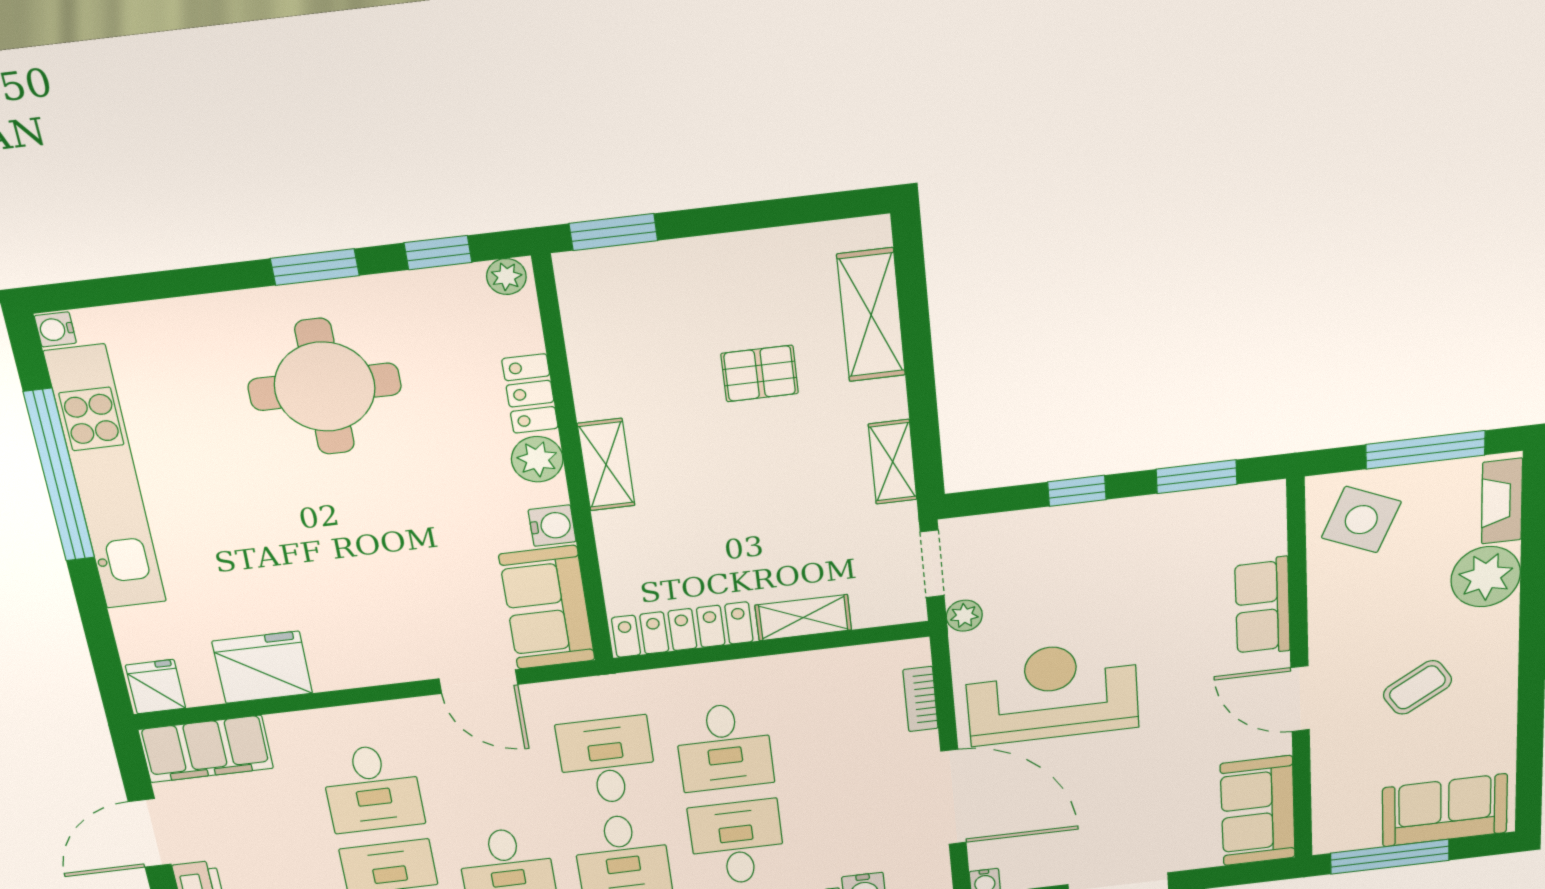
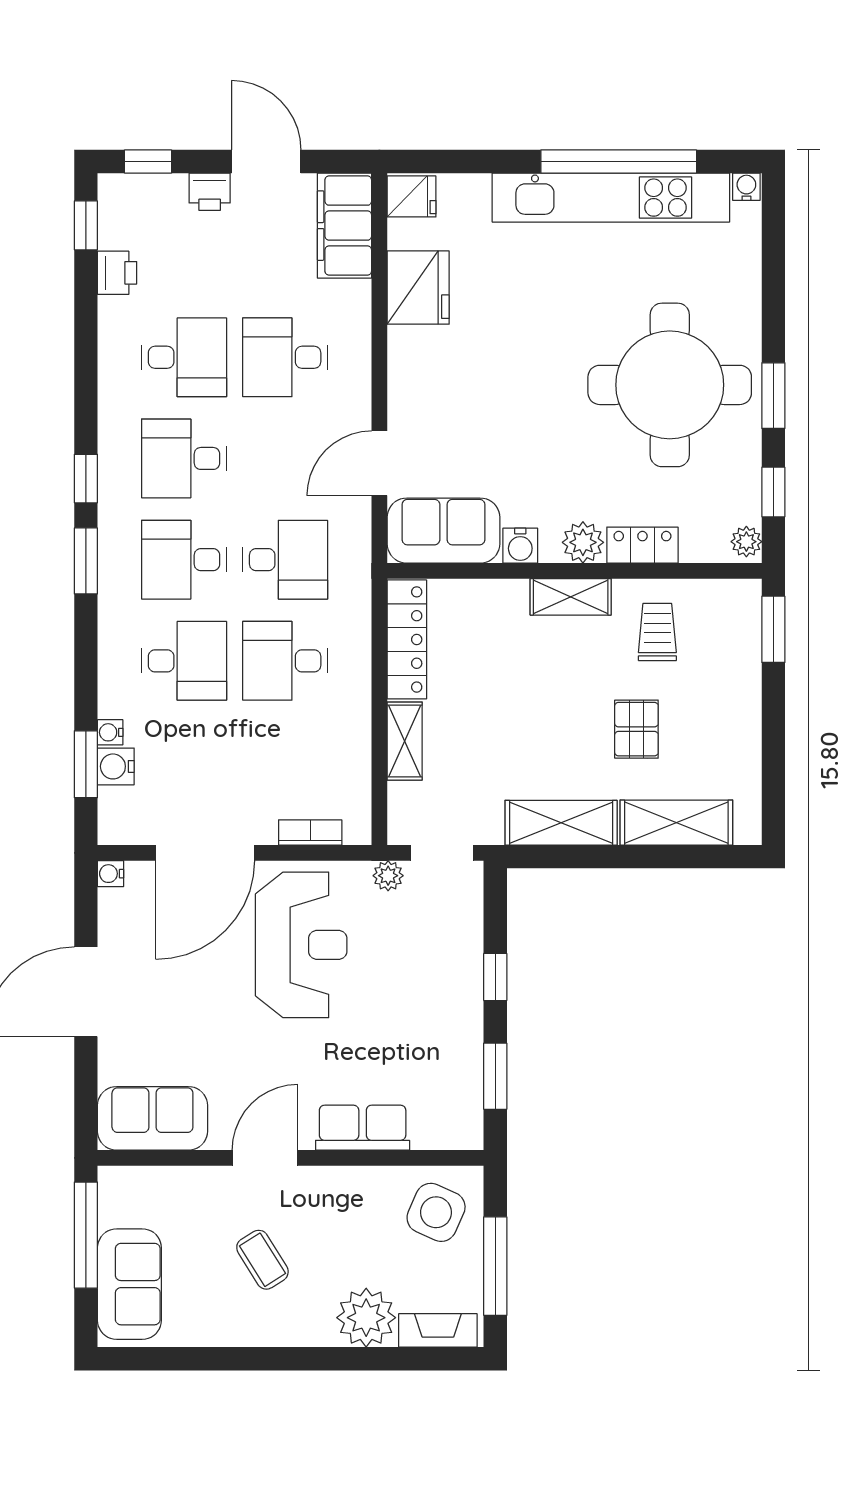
trolley: (636, 364) -> (657, 632), added
round table: (325, 387) -> (670, 385), width x1.36, depth x1.36
shelving: (893, 462) -> (561, 823), width x1.50, depth x1.33

